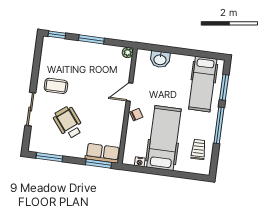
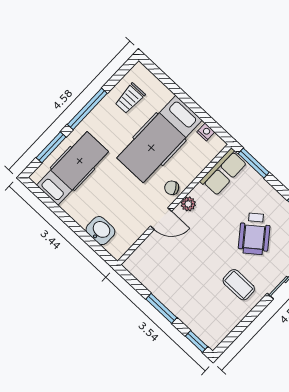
plant: (128, 52) -> (188, 204), moved
row of seats: (103, 153) -> (223, 172), moved, turned -90

